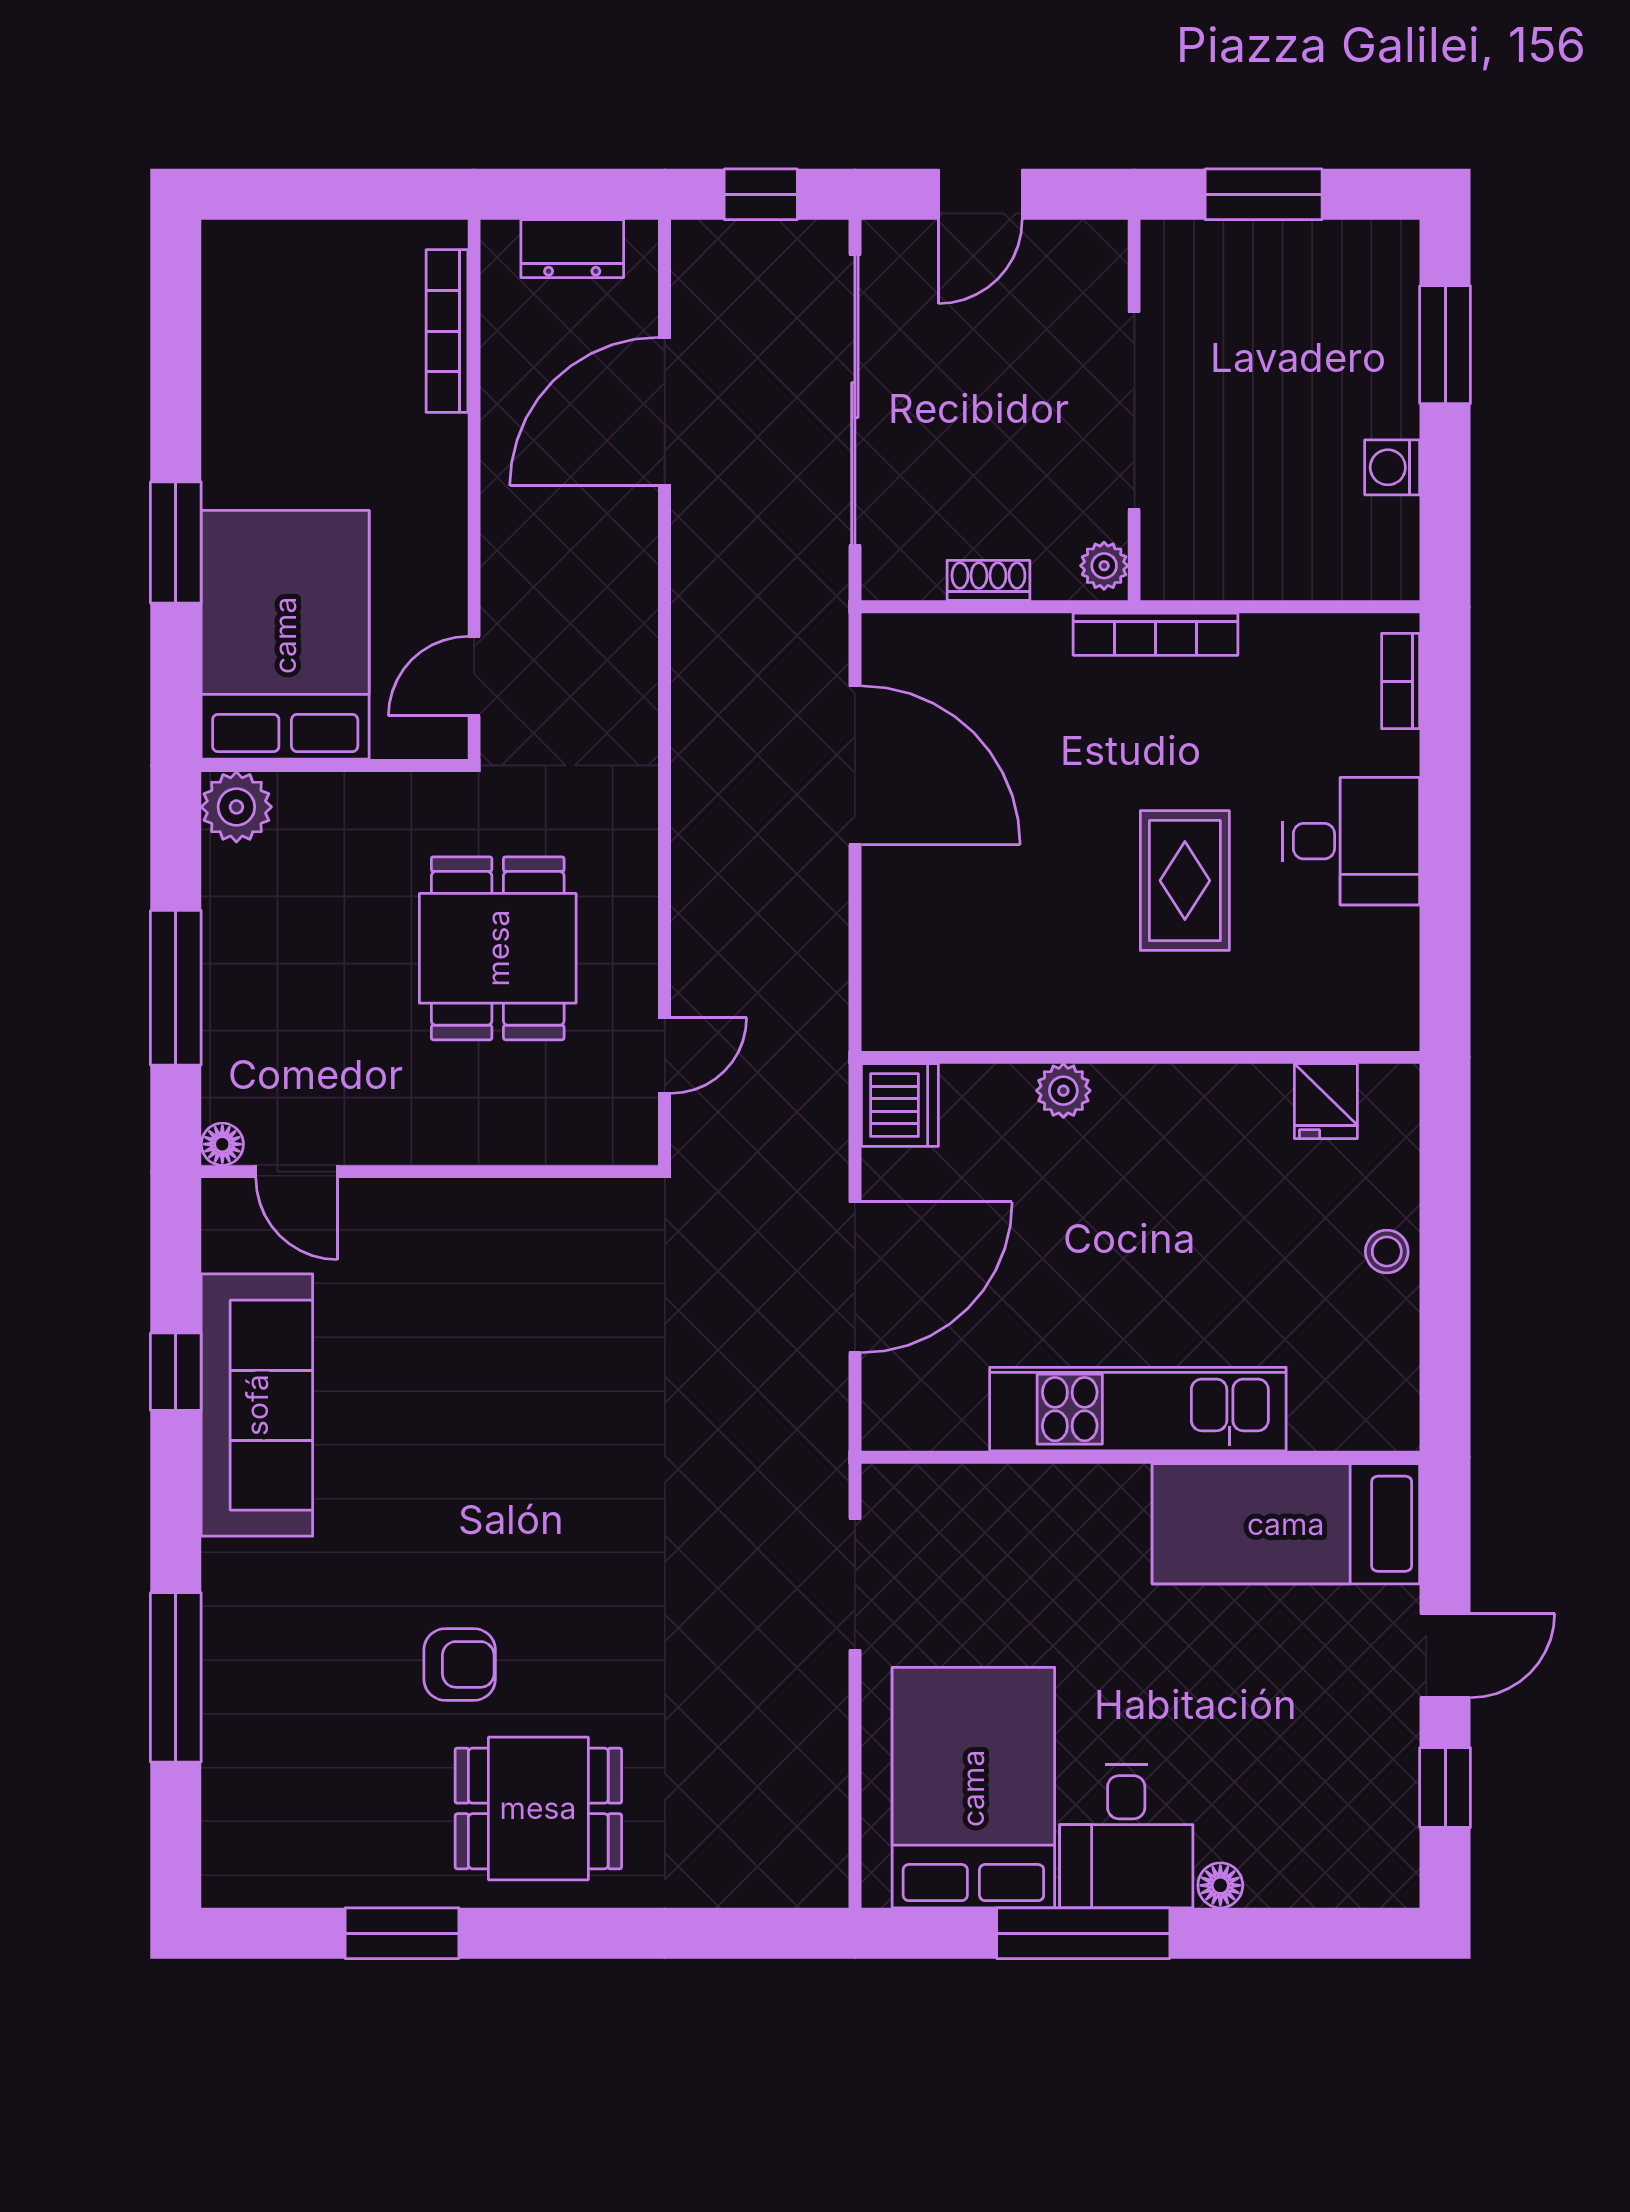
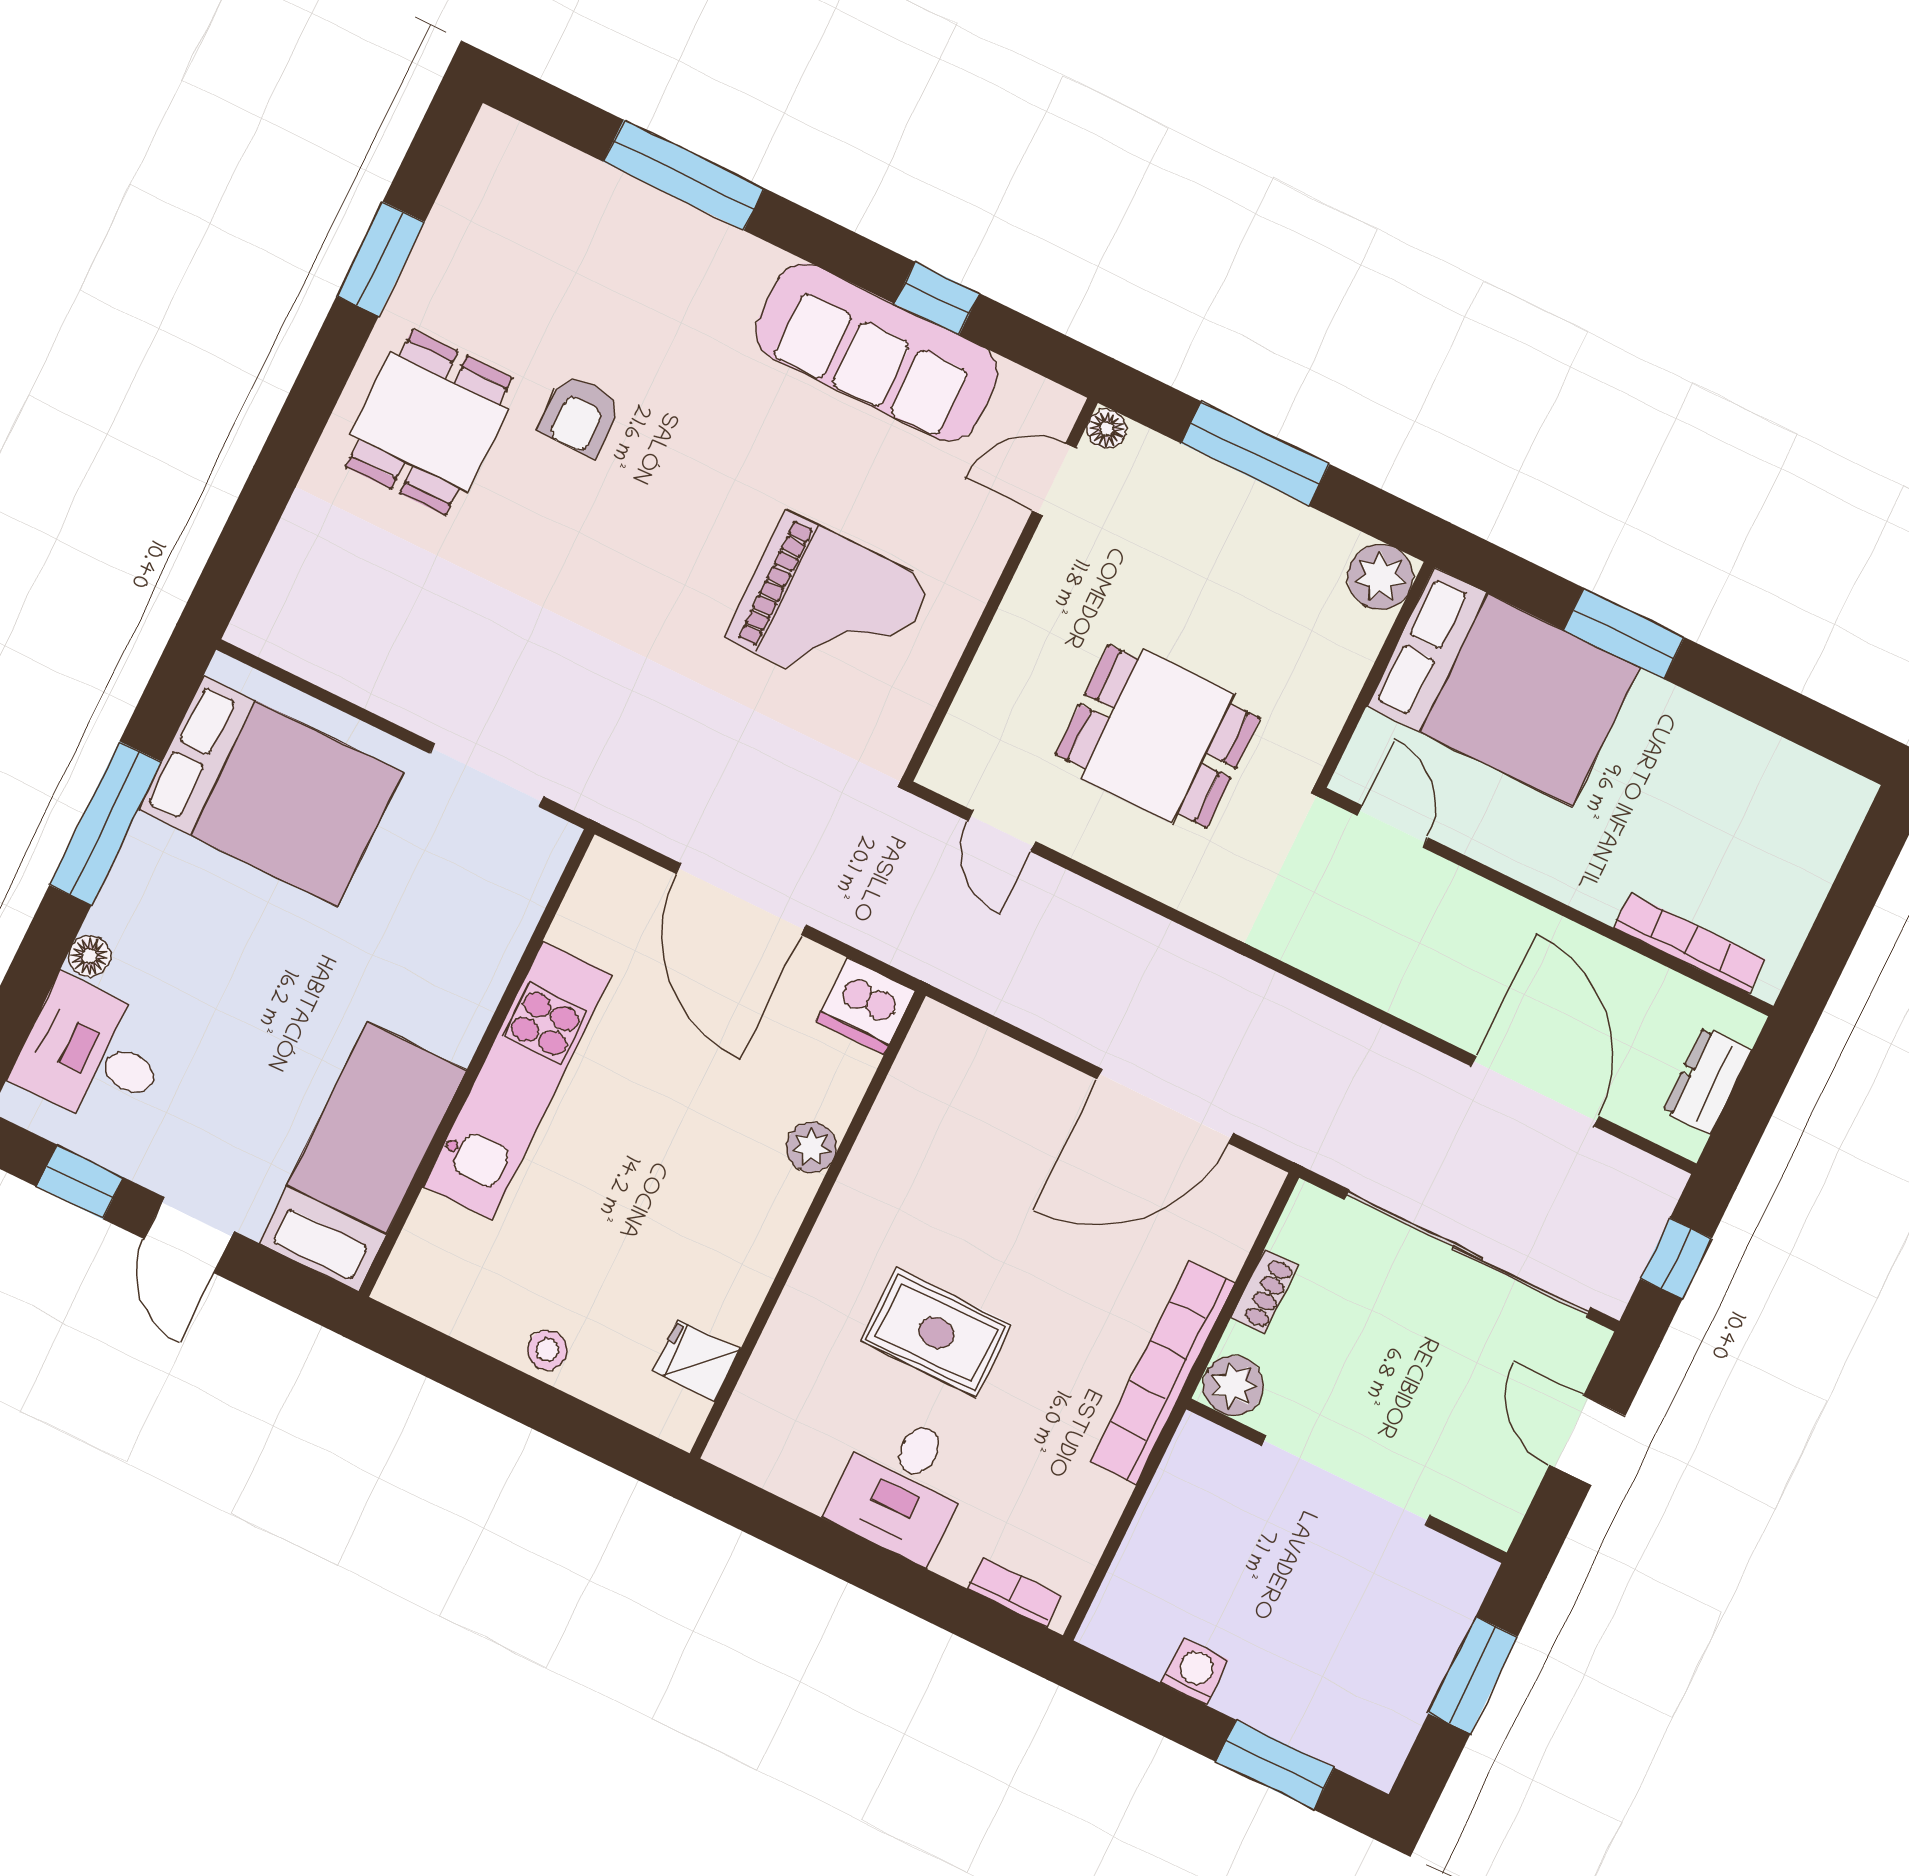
plant: (1104, 566) -> (1233, 1386), width x1.38, depth x1.38
bookcase: (1156, 634) -> (1163, 1373), width x1.48, depth x1.31
grand piano: (531, 1330) -> (829, 609), added
desk: (1126, 1836) -> (93, 1054), moved

